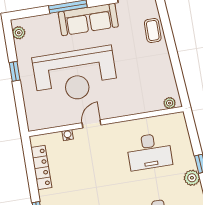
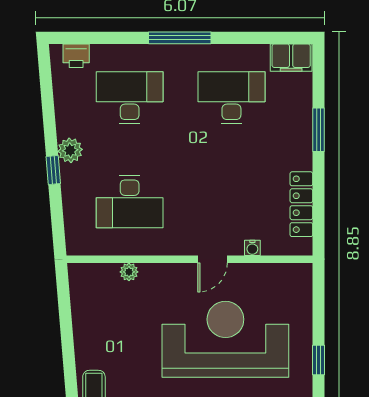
plant: (170, 103) -> (129, 272), moved
desk: (149, 151) -> (130, 202), turned 180

